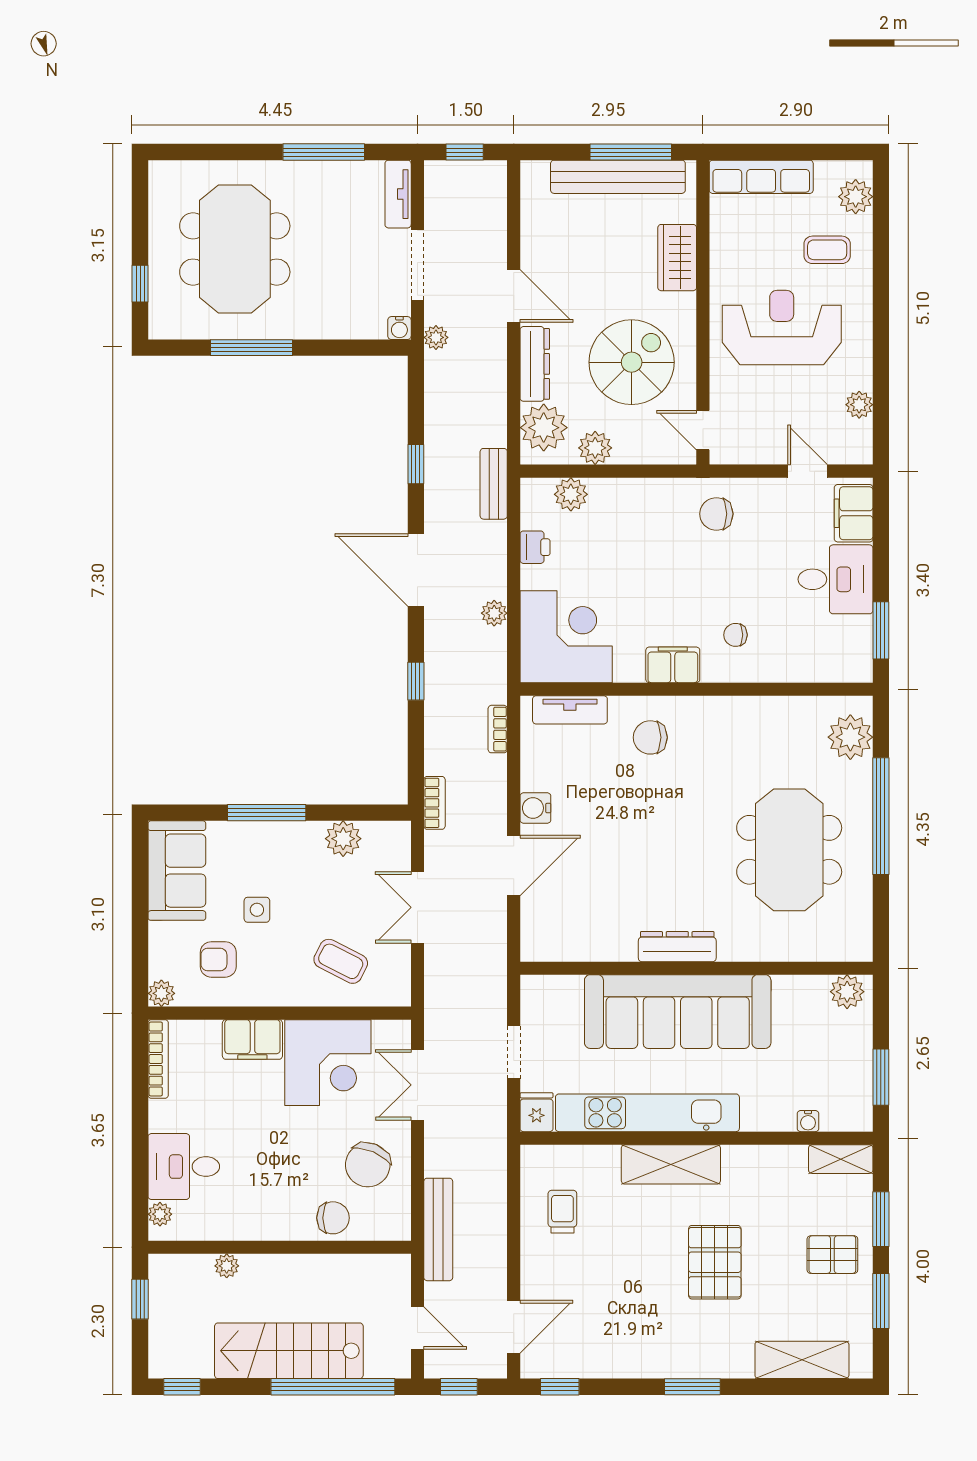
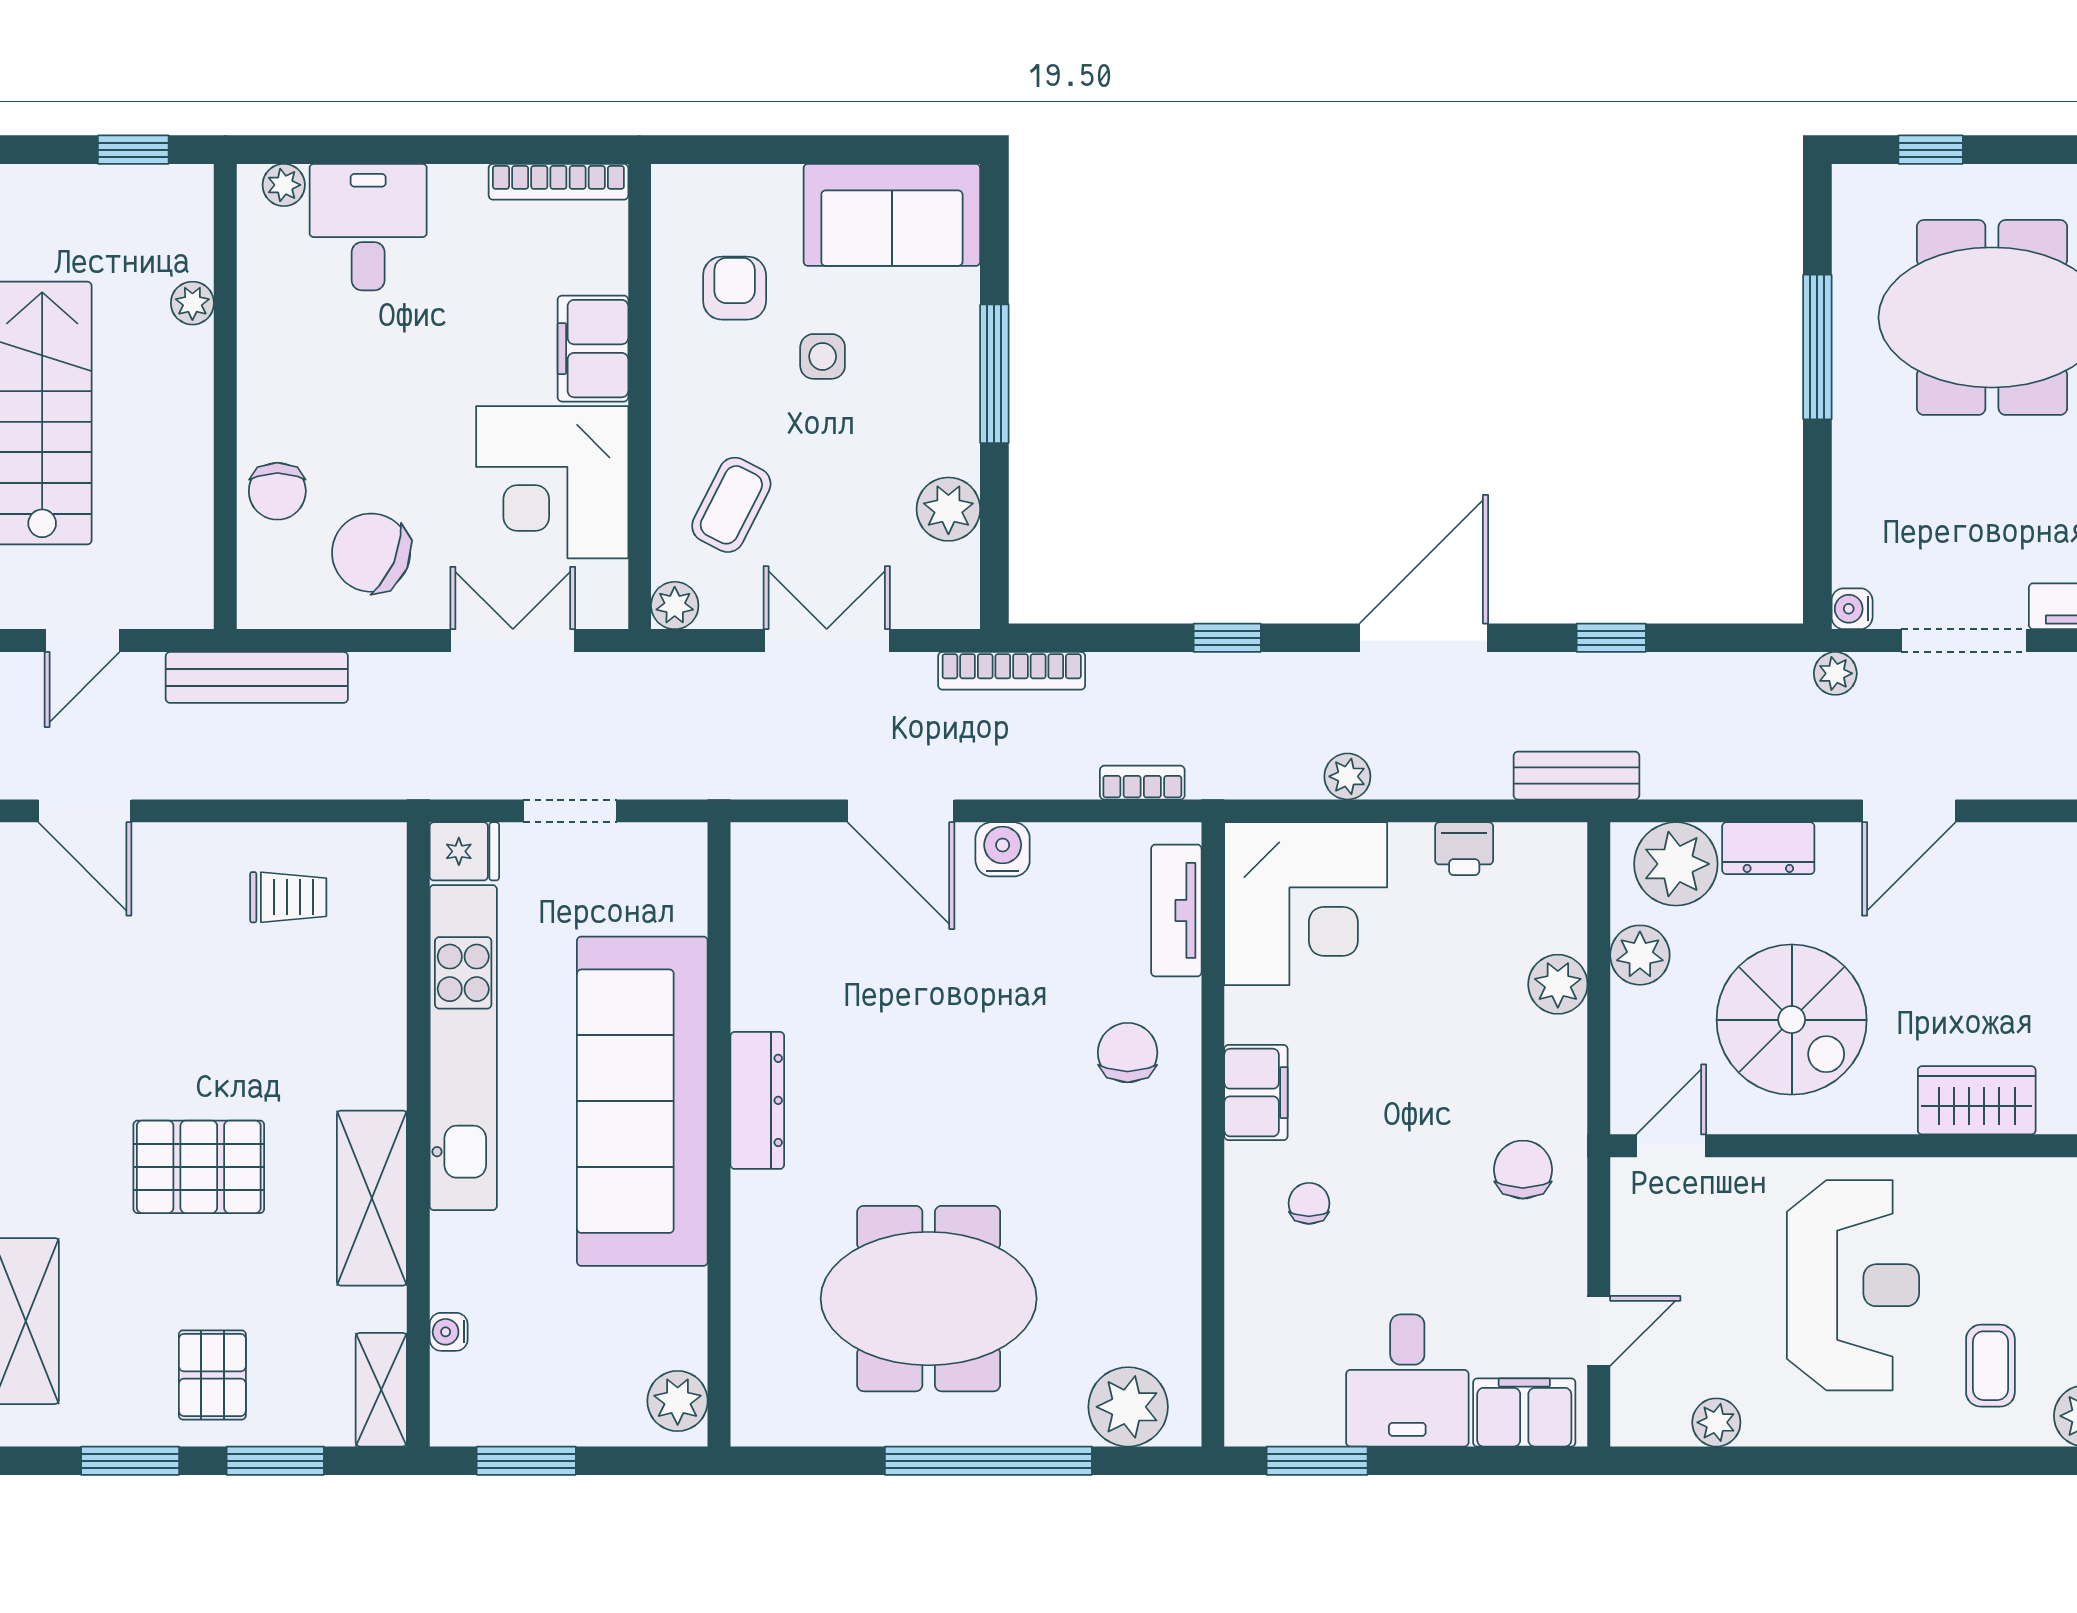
dresser: (535, 364) -> (1768, 848), width x0.70
plant: (571, 494) -> (1558, 984), moved
bookcase: (434, 803) -> (1012, 671), width x1.56
plant: (161, 993) -> (675, 605), moved
shelving: (671, 1164) -> (372, 1198), moved

